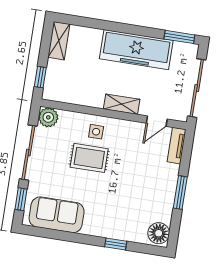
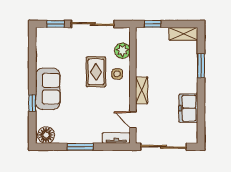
window: (179, 37) -> (201, 66), moved
freezer: (136, 50) -> (188, 108), width x0.52, depth x0.79
plant: (48, 117) -> (122, 51), moved
sofa: (57, 215) -> (48, 89), moved

